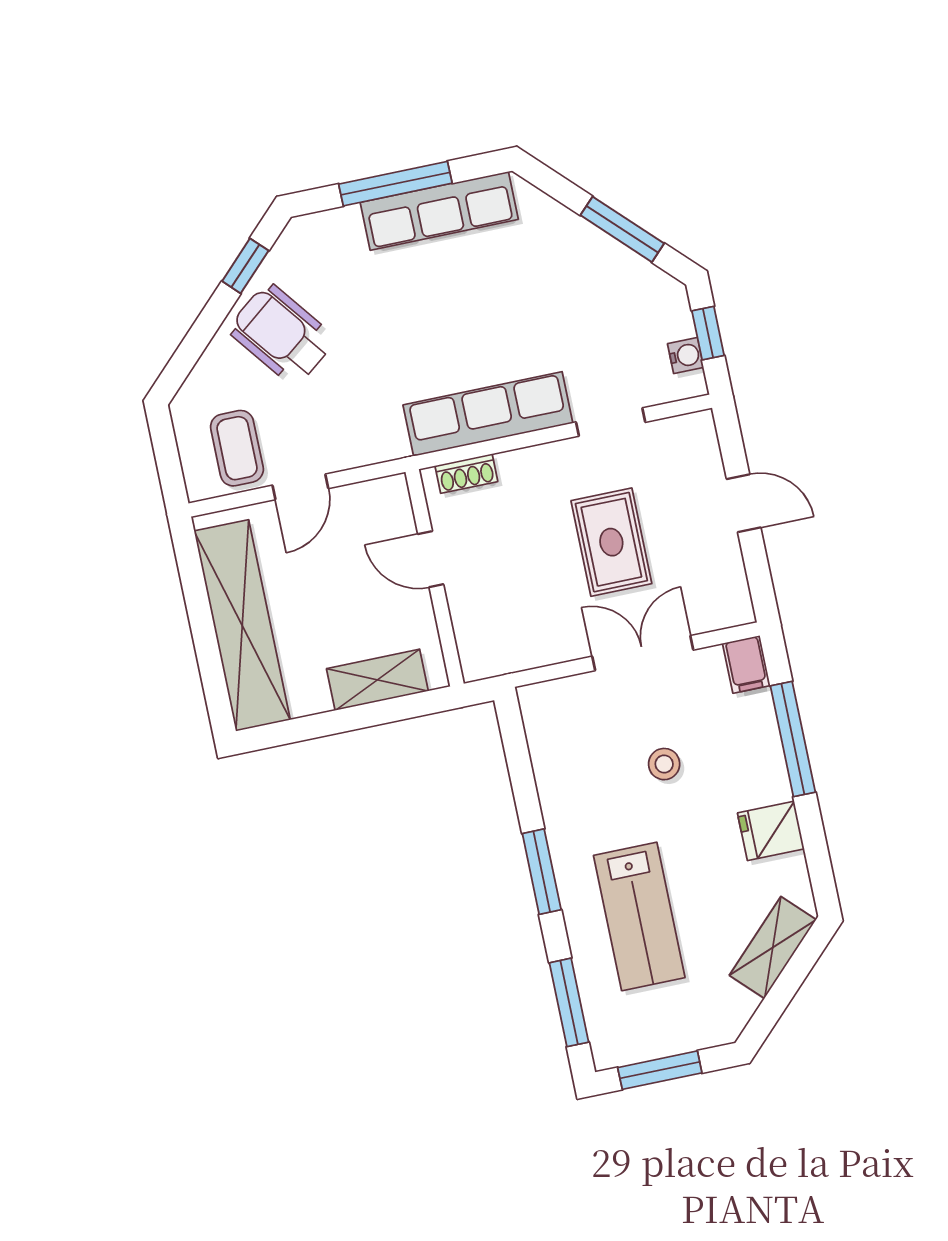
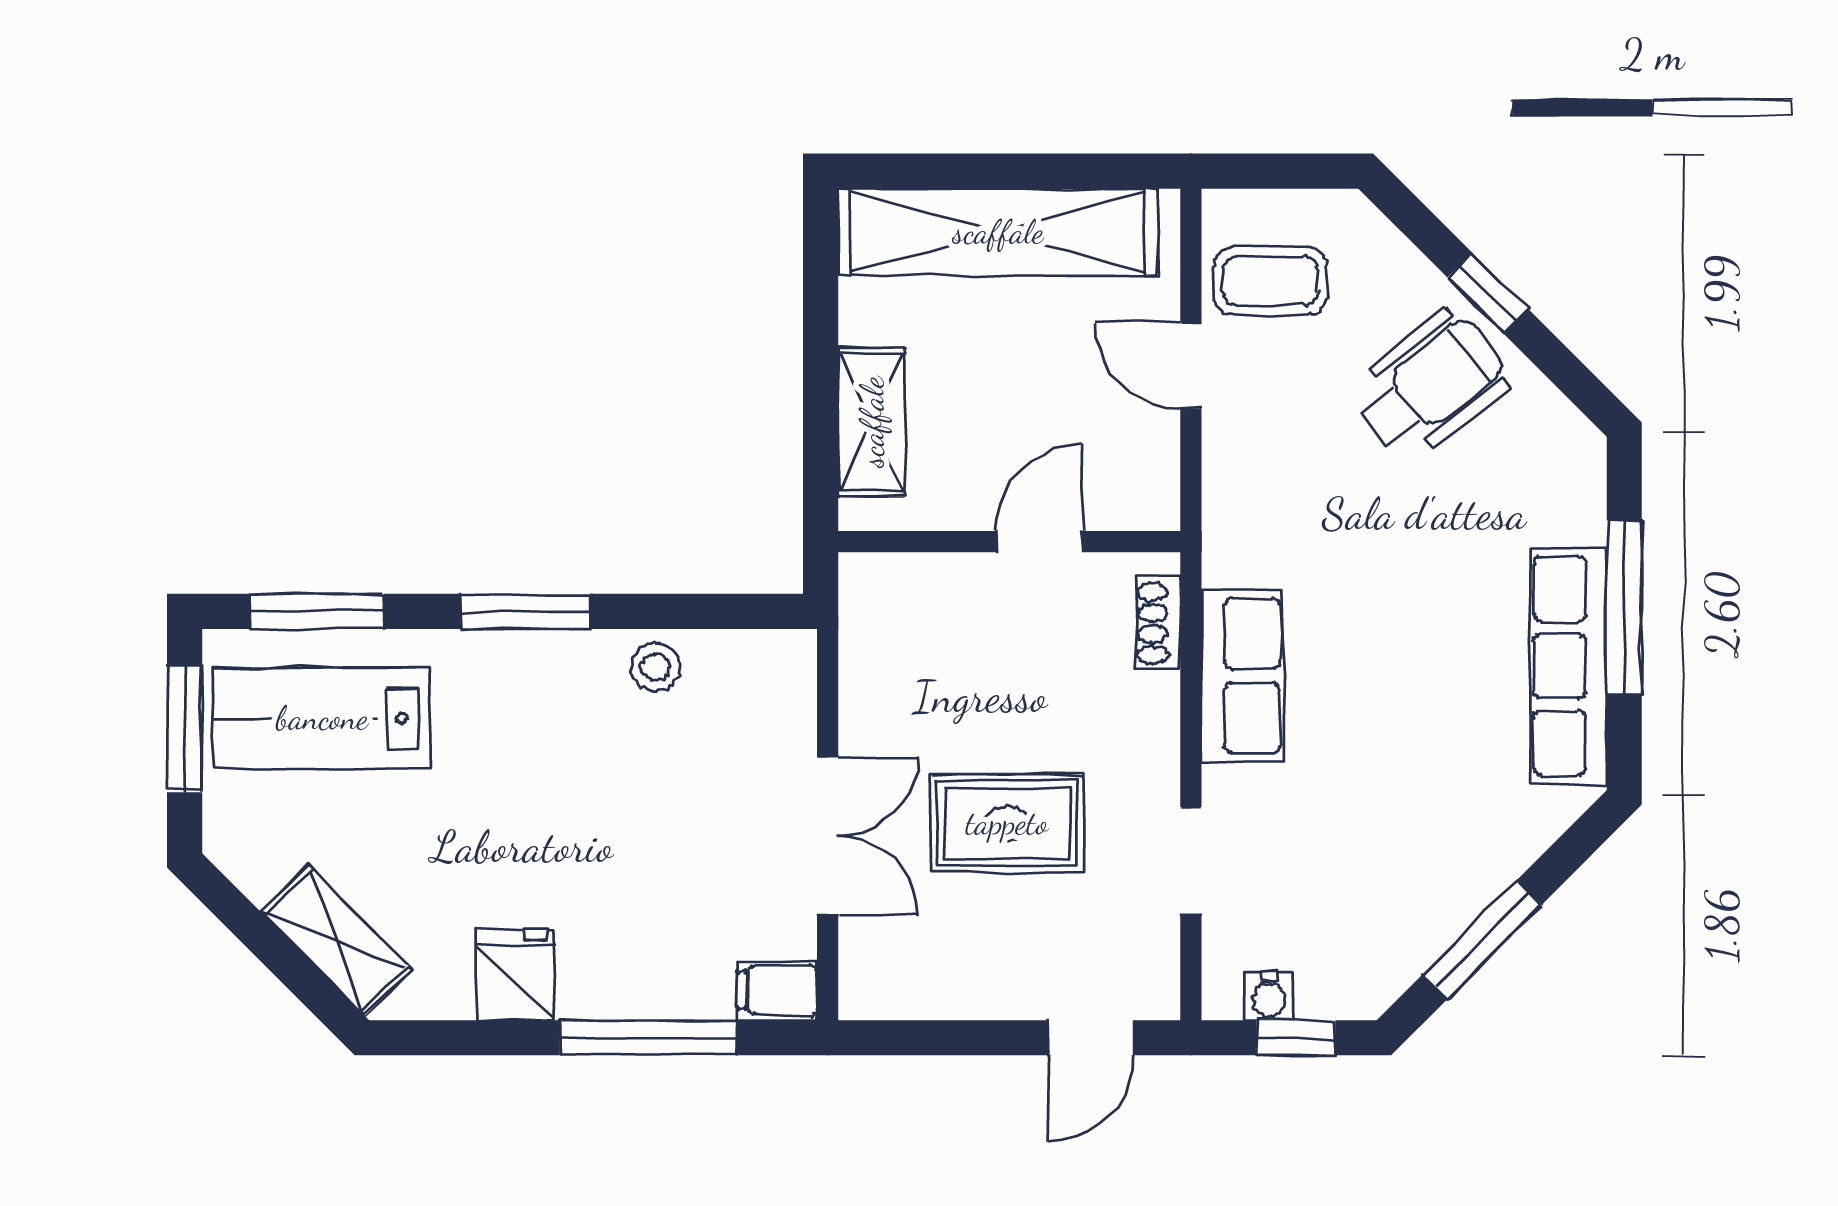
window: (245, 266) -> (1488, 293), moved
row of seats: (488, 414) -> (1243, 675), width x0.68
door: (744, 503) -> (1091, 1038), moved
stool: (664, 764) -> (656, 667), moved
lab bench: (639, 916) -> (322, 718), moved

